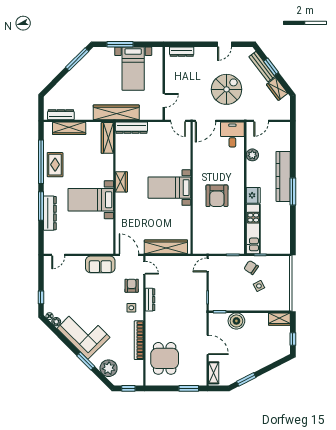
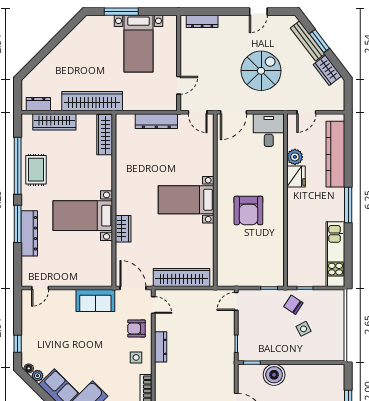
window: (77, 59) -> (65, 31), removed
wardrobe: (116, 112) -> (92, 101), moved
dresser: (61, 115) -> (38, 104), width x0.70
dresser: (131, 128) -> (156, 121), moved
kitchen counter: (283, 176) -> (335, 154), moved
wardrobe: (121, 182) -> (123, 229), moved
fridge: (253, 195) -> (296, 176), moved
kitchen unit: (253, 229) -> (335, 254), moved, turned 180
armchair: (132, 286) -> (136, 328), turned -90
wardrobe: (279, 319) -> (330, 372), removed

